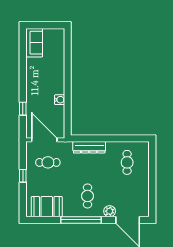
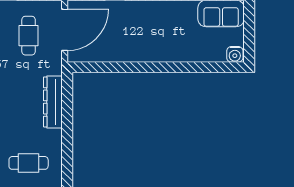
water cooler: (60, 100) -> (235, 54), moved

